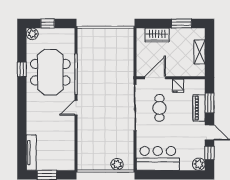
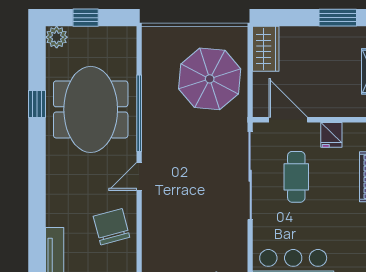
wardrobe: (157, 35) -> (266, 49), moved, turned -90
parasol: (113, 56) -> (210, 79), added
door: (155, 78) -> (288, 120), hinge flipped
chair: (61, 134) -> (111, 227), added

